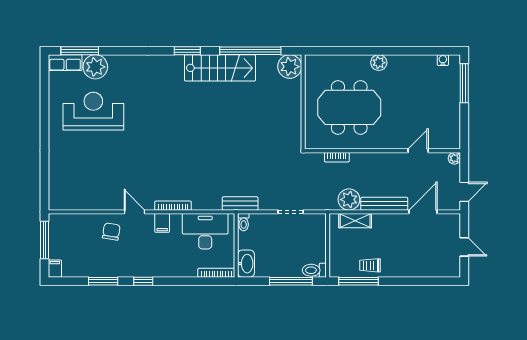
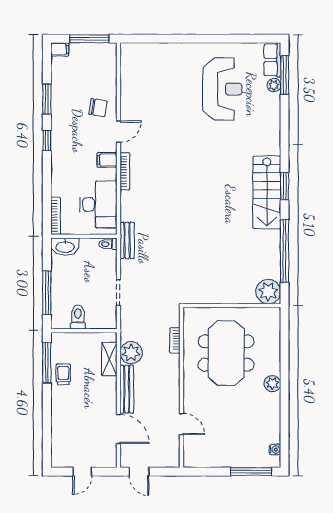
plant: (95, 67) -> (274, 85), width x0.53, depth x0.53
stairs: (220, 68) -> (267, 192), moved
plant: (454, 158) -> (174, 461), removed
toilet: (314, 270) -> (78, 317), moved

